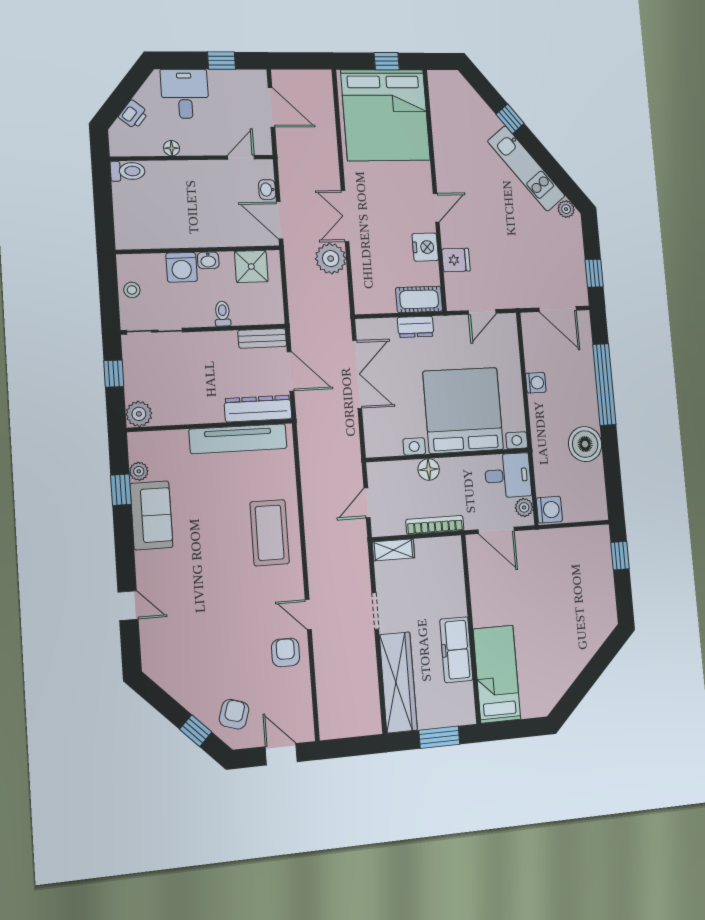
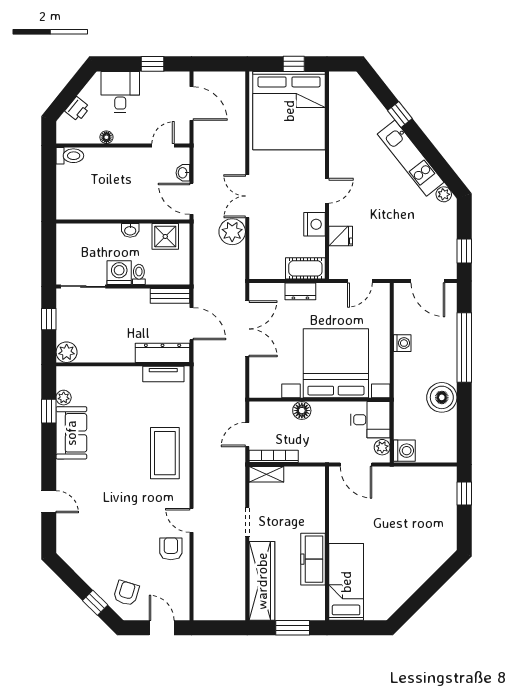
washing machine: (182, 267) -> (119, 273), moved, turned 180
stool: (132, 290) -> (67, 253), removed
tv unit: (238, 439) -> (163, 374), width x0.52, depth x0.78
bookcase: (435, 525) -> (274, 456), moved

